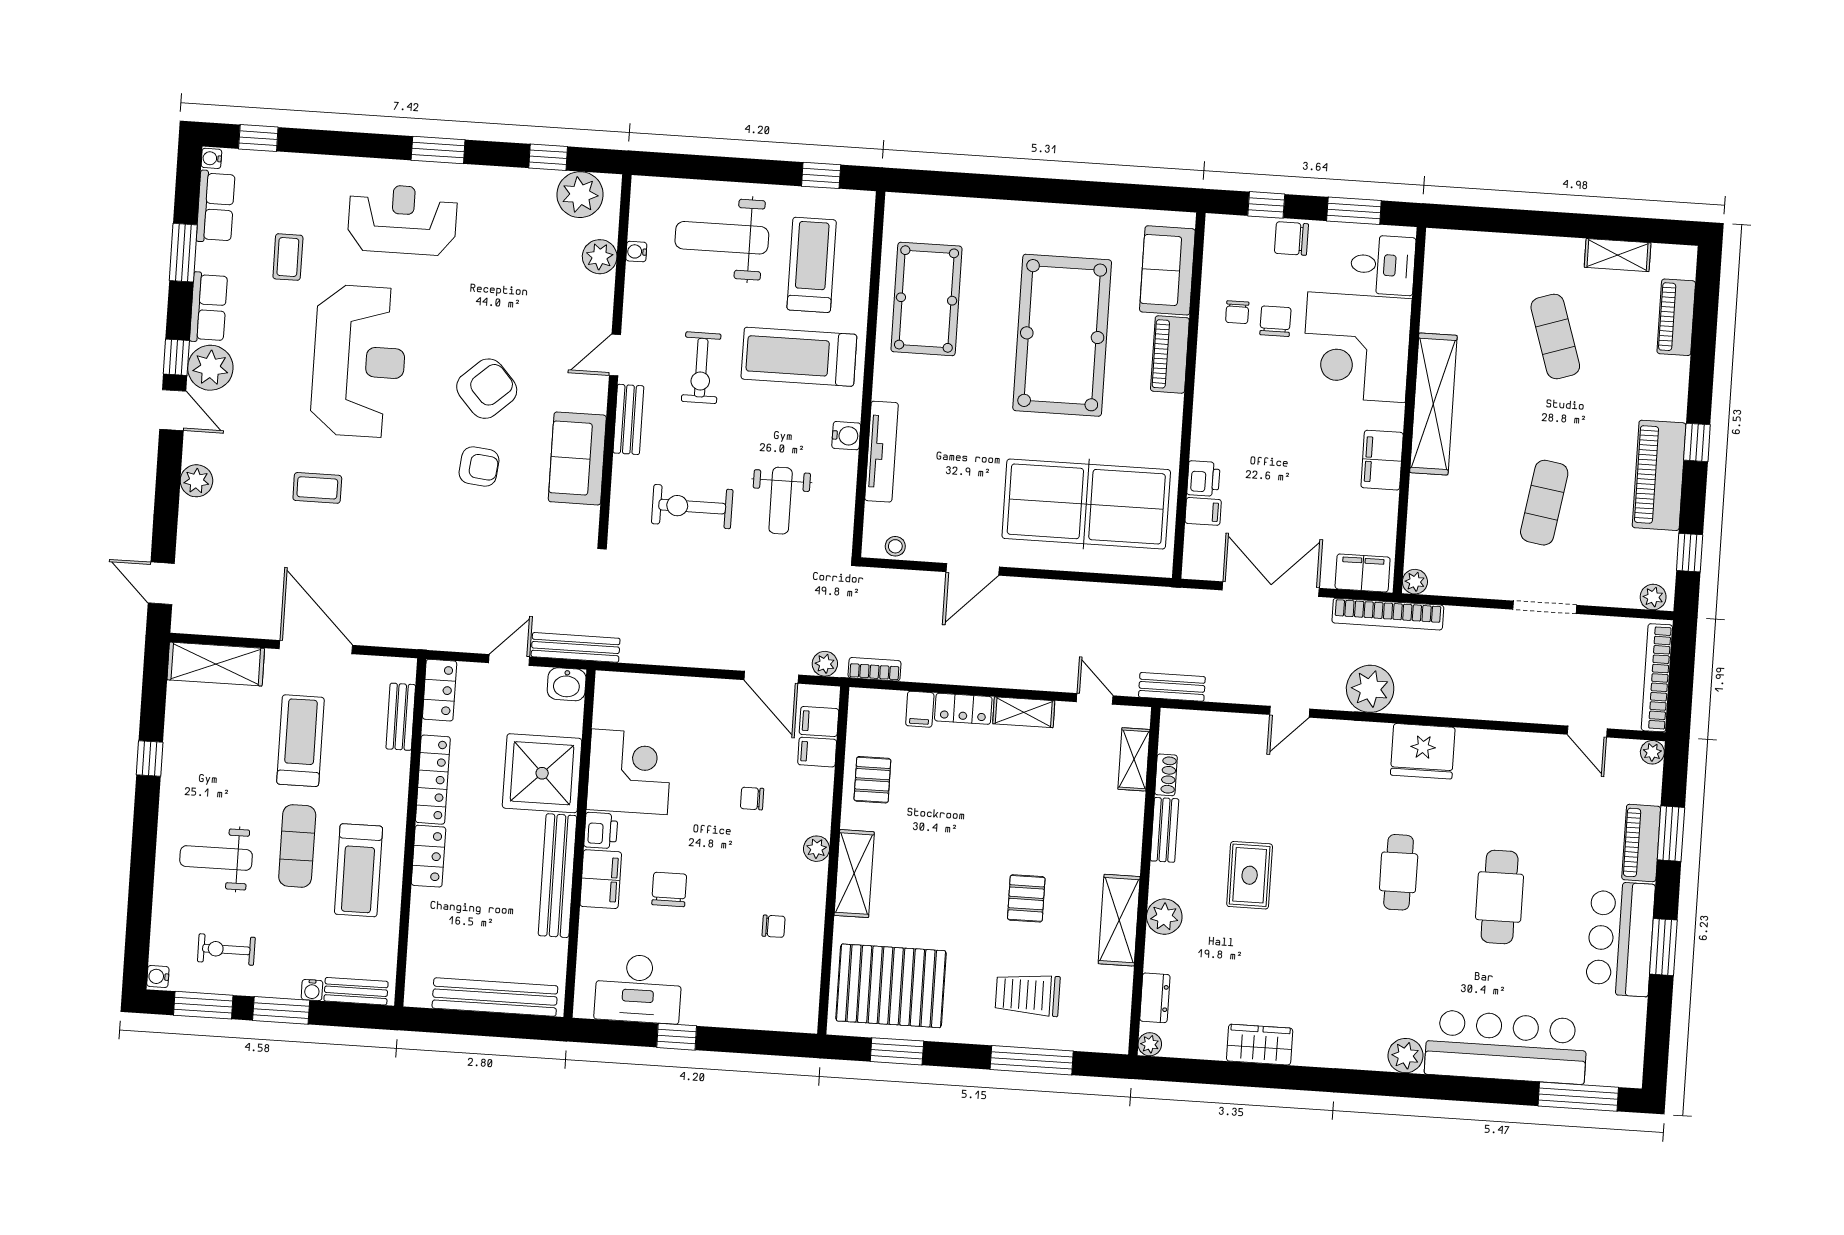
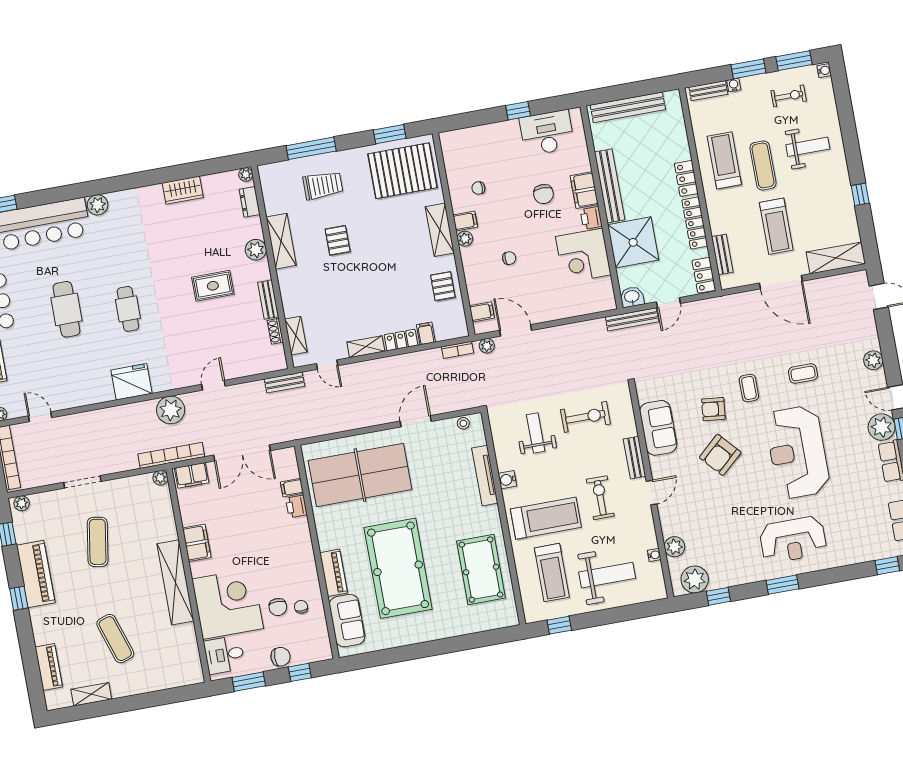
coffee table: (288, 257) -> (749, 388), moved
filing cabinet: (817, 752) -> (465, 221), moved
rug: (1250, 875) -> (213, 286), turned 90

